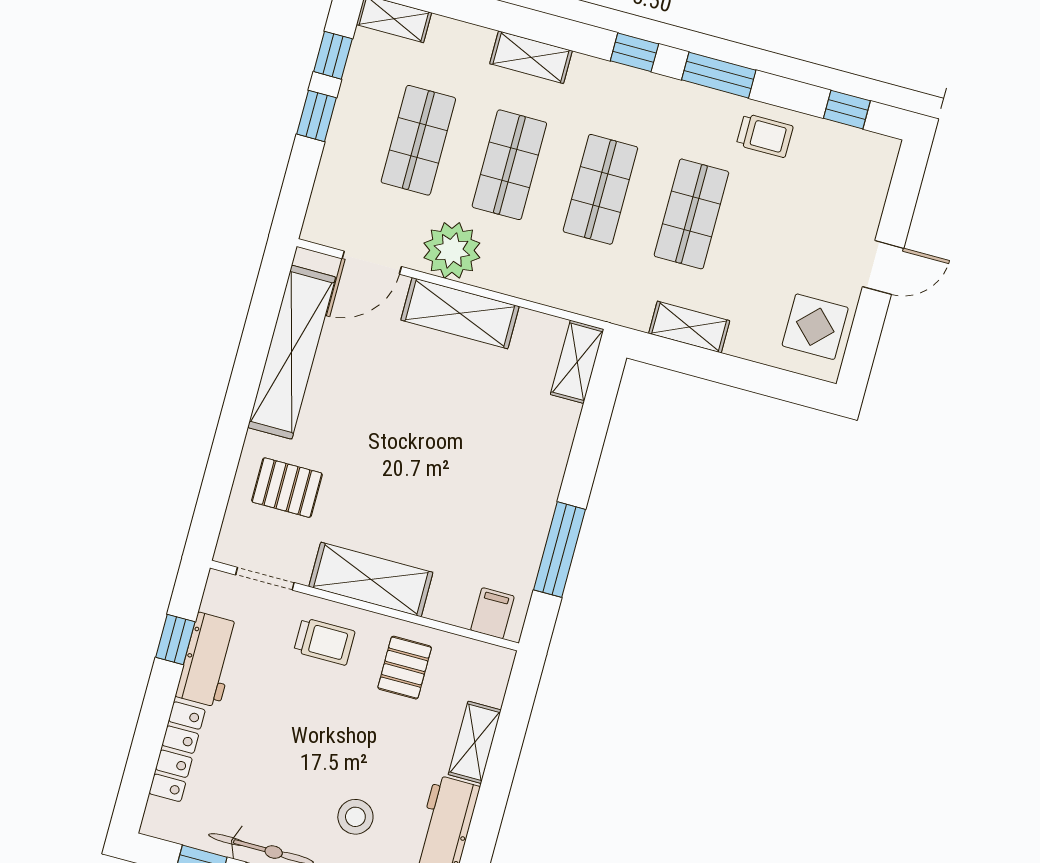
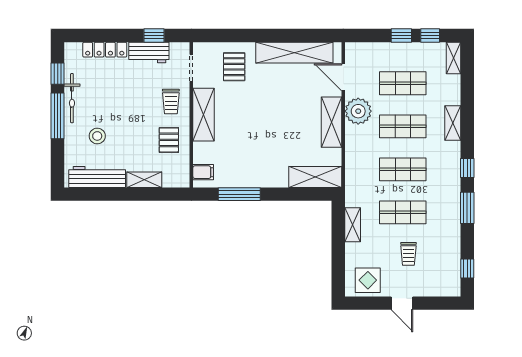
trolley: (765, 135) -> (408, 254), moved
shelving: (577, 362) -> (315, 177), width x1.50, depth x1.33
pallet: (405, 668) -> (169, 140), turned 90

